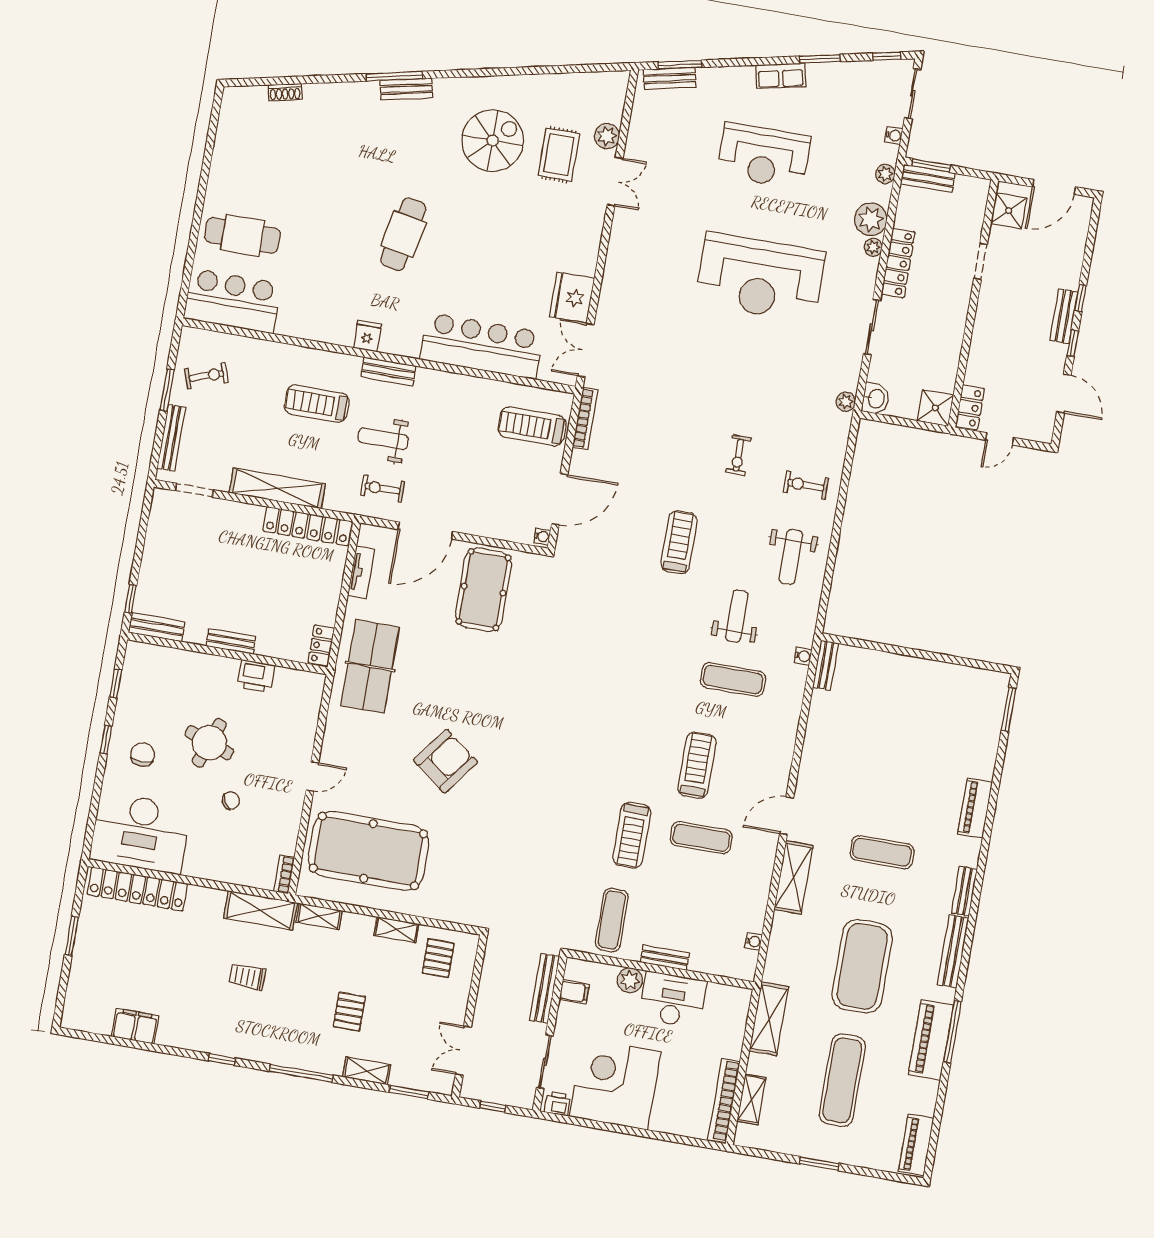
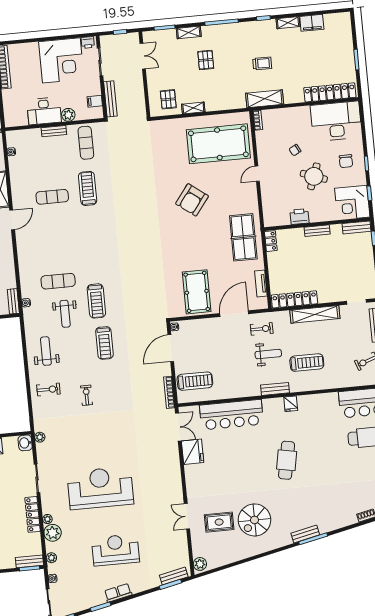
plant: (607, 136) -> (200, 564), moved
rug: (559, 155) -> (219, 522), turned 90
corner desk: (152, 675) -> (352, 203), added
treadmill: (697, 765) -> (96, 301), moved
shelving: (319, 916) -> (288, 23), moved

